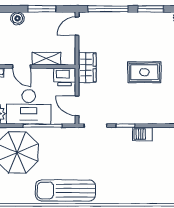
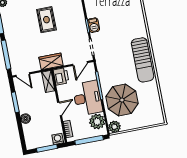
shelving: (47, 59) -> (48, 81), moved
barbecue: (143, 134) -> (94, 25), moved

